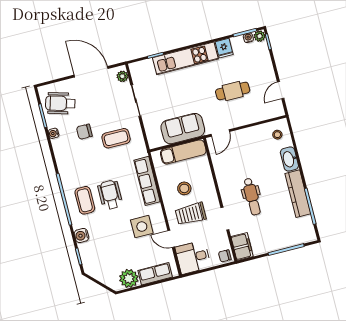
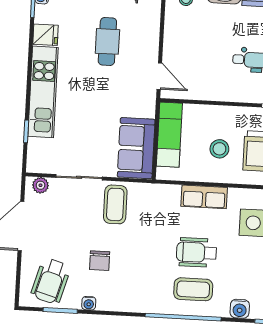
sofa: (183, 129) -> (136, 148), moved
coffee table: (116, 138) -> (115, 204), moved
row of seats: (147, 181) -> (204, 197), width x0.68

